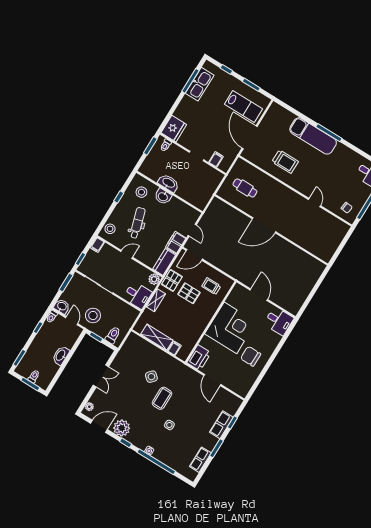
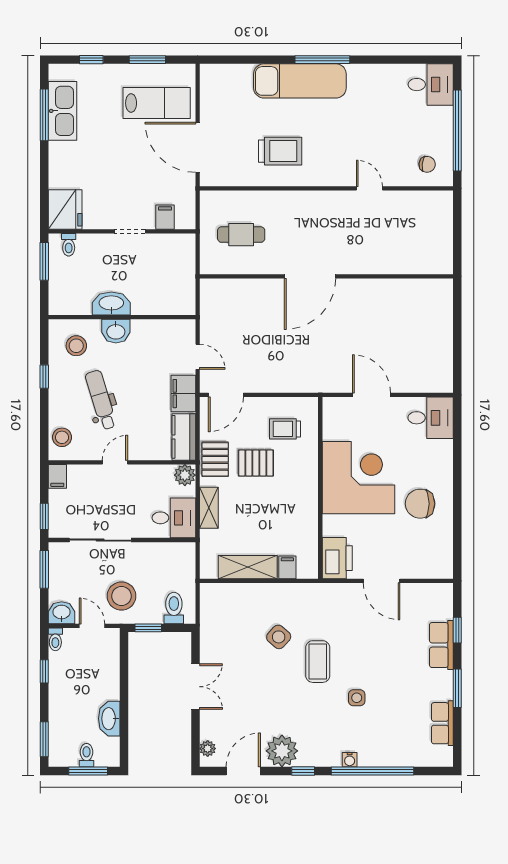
washbasin: (61, 355) -> (109, 719), moved

